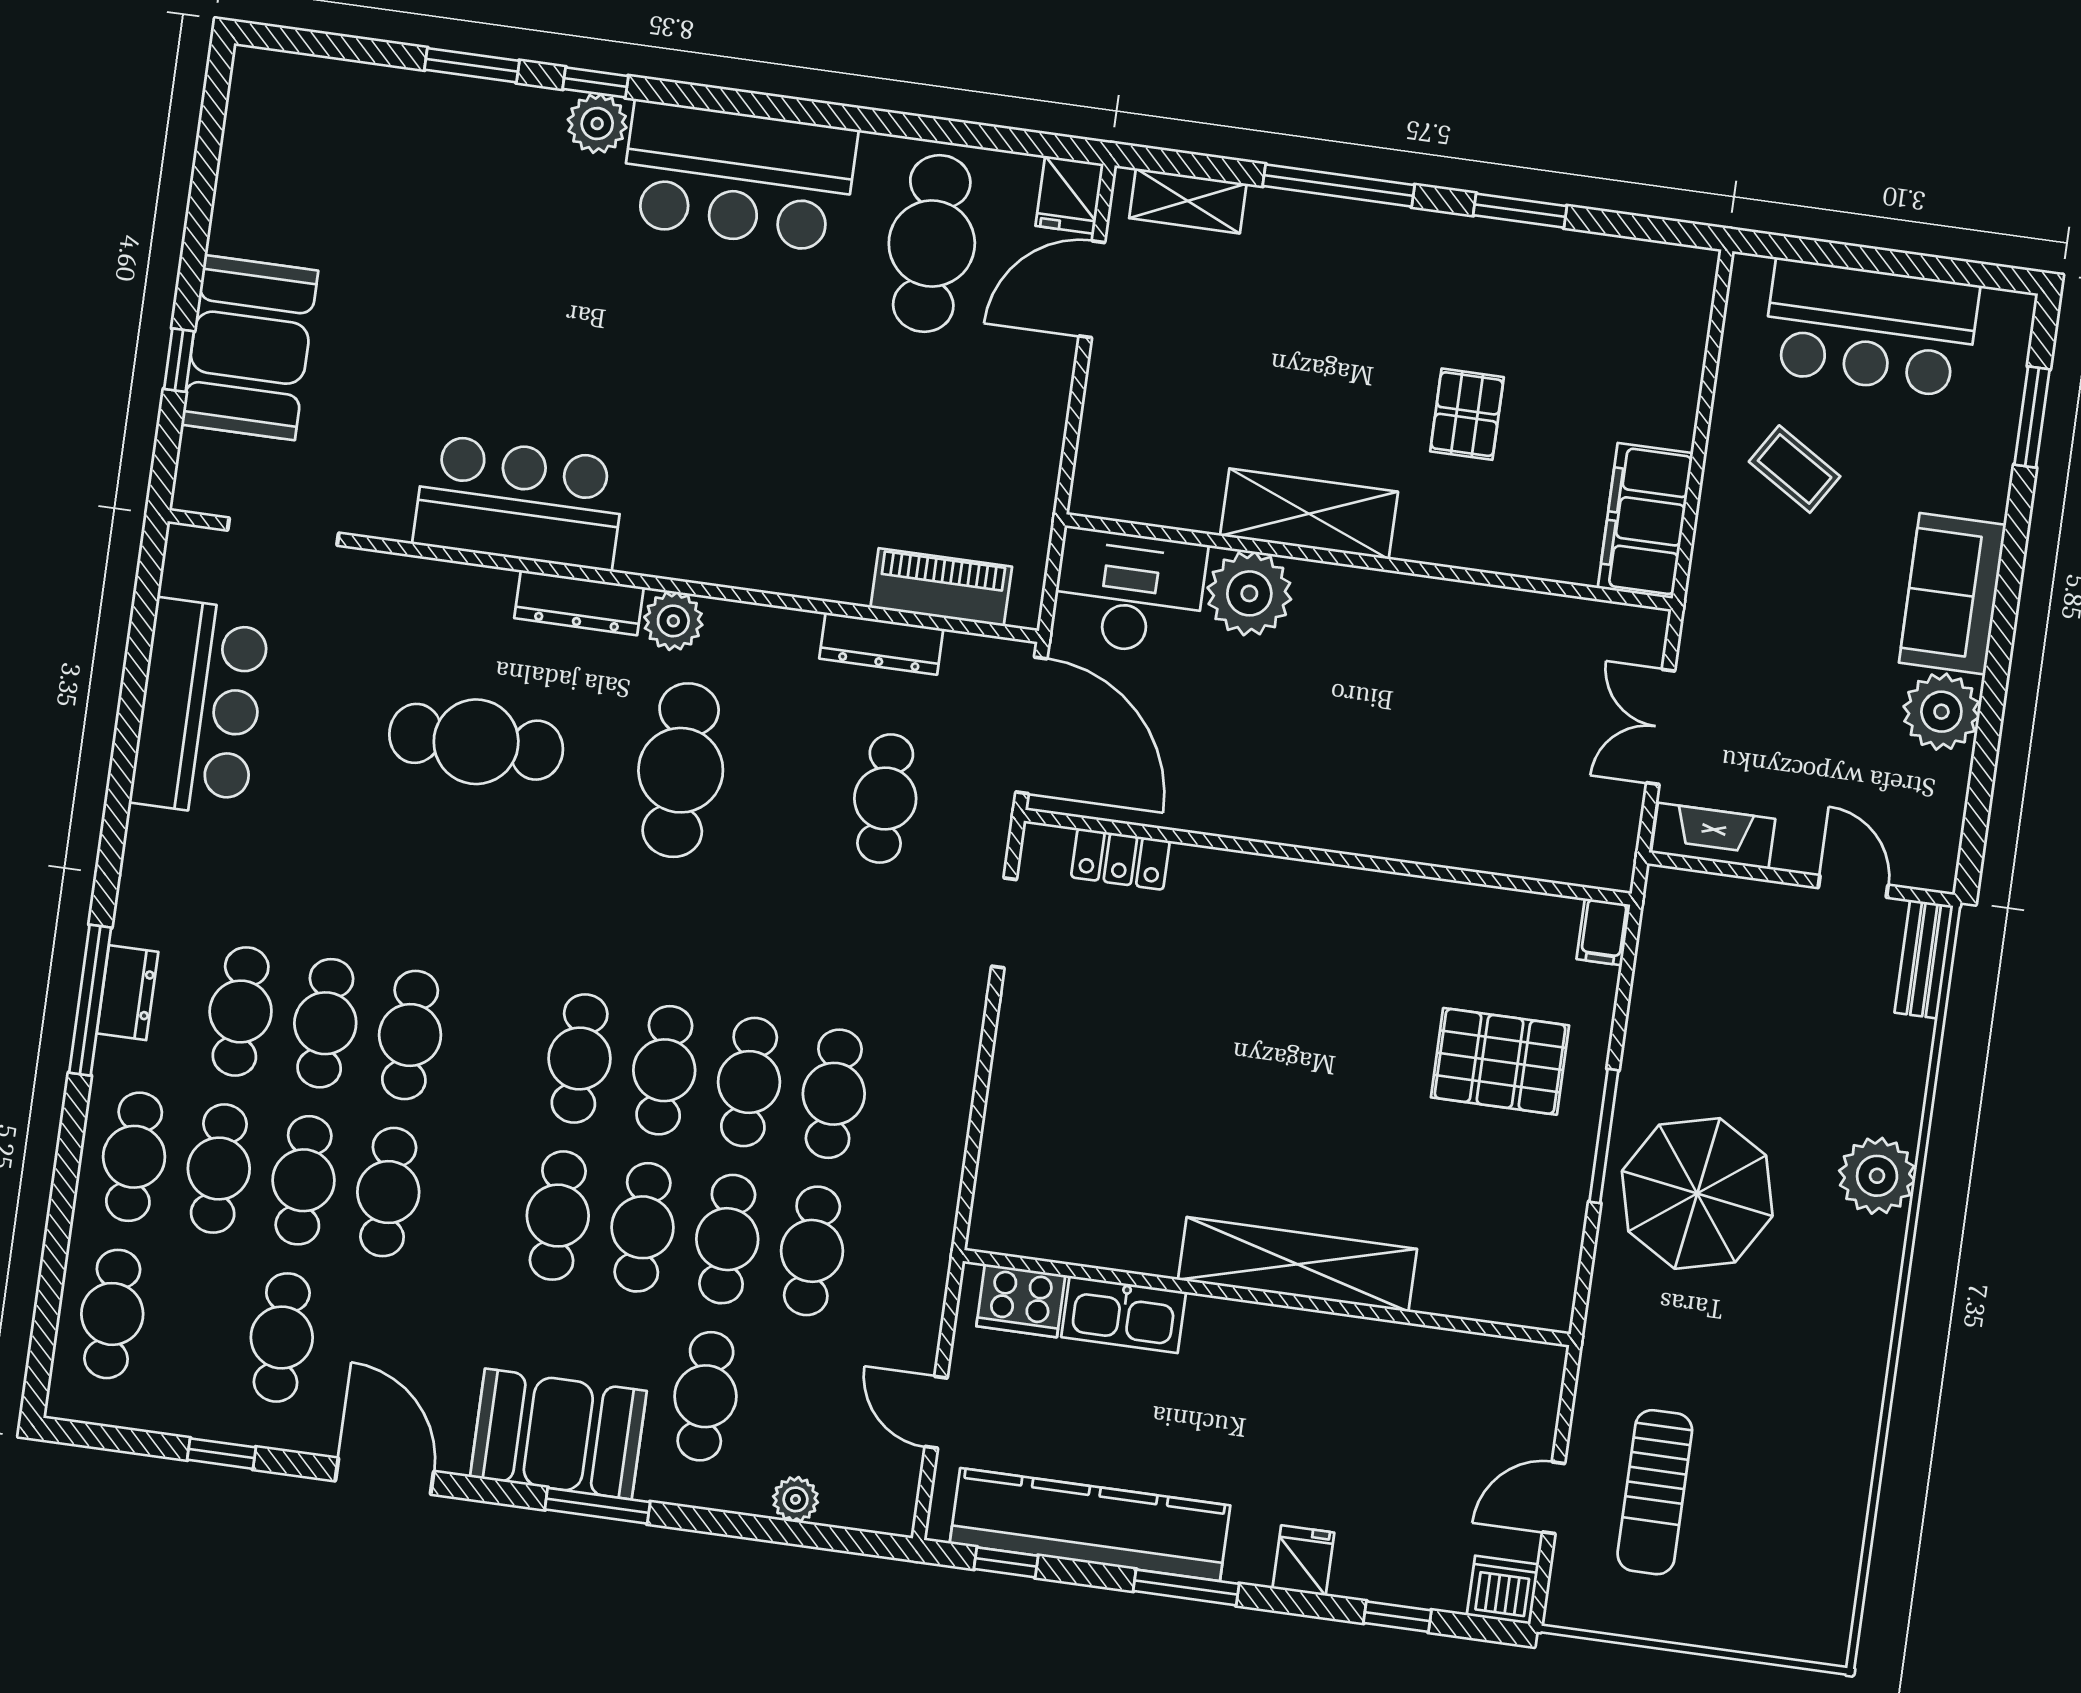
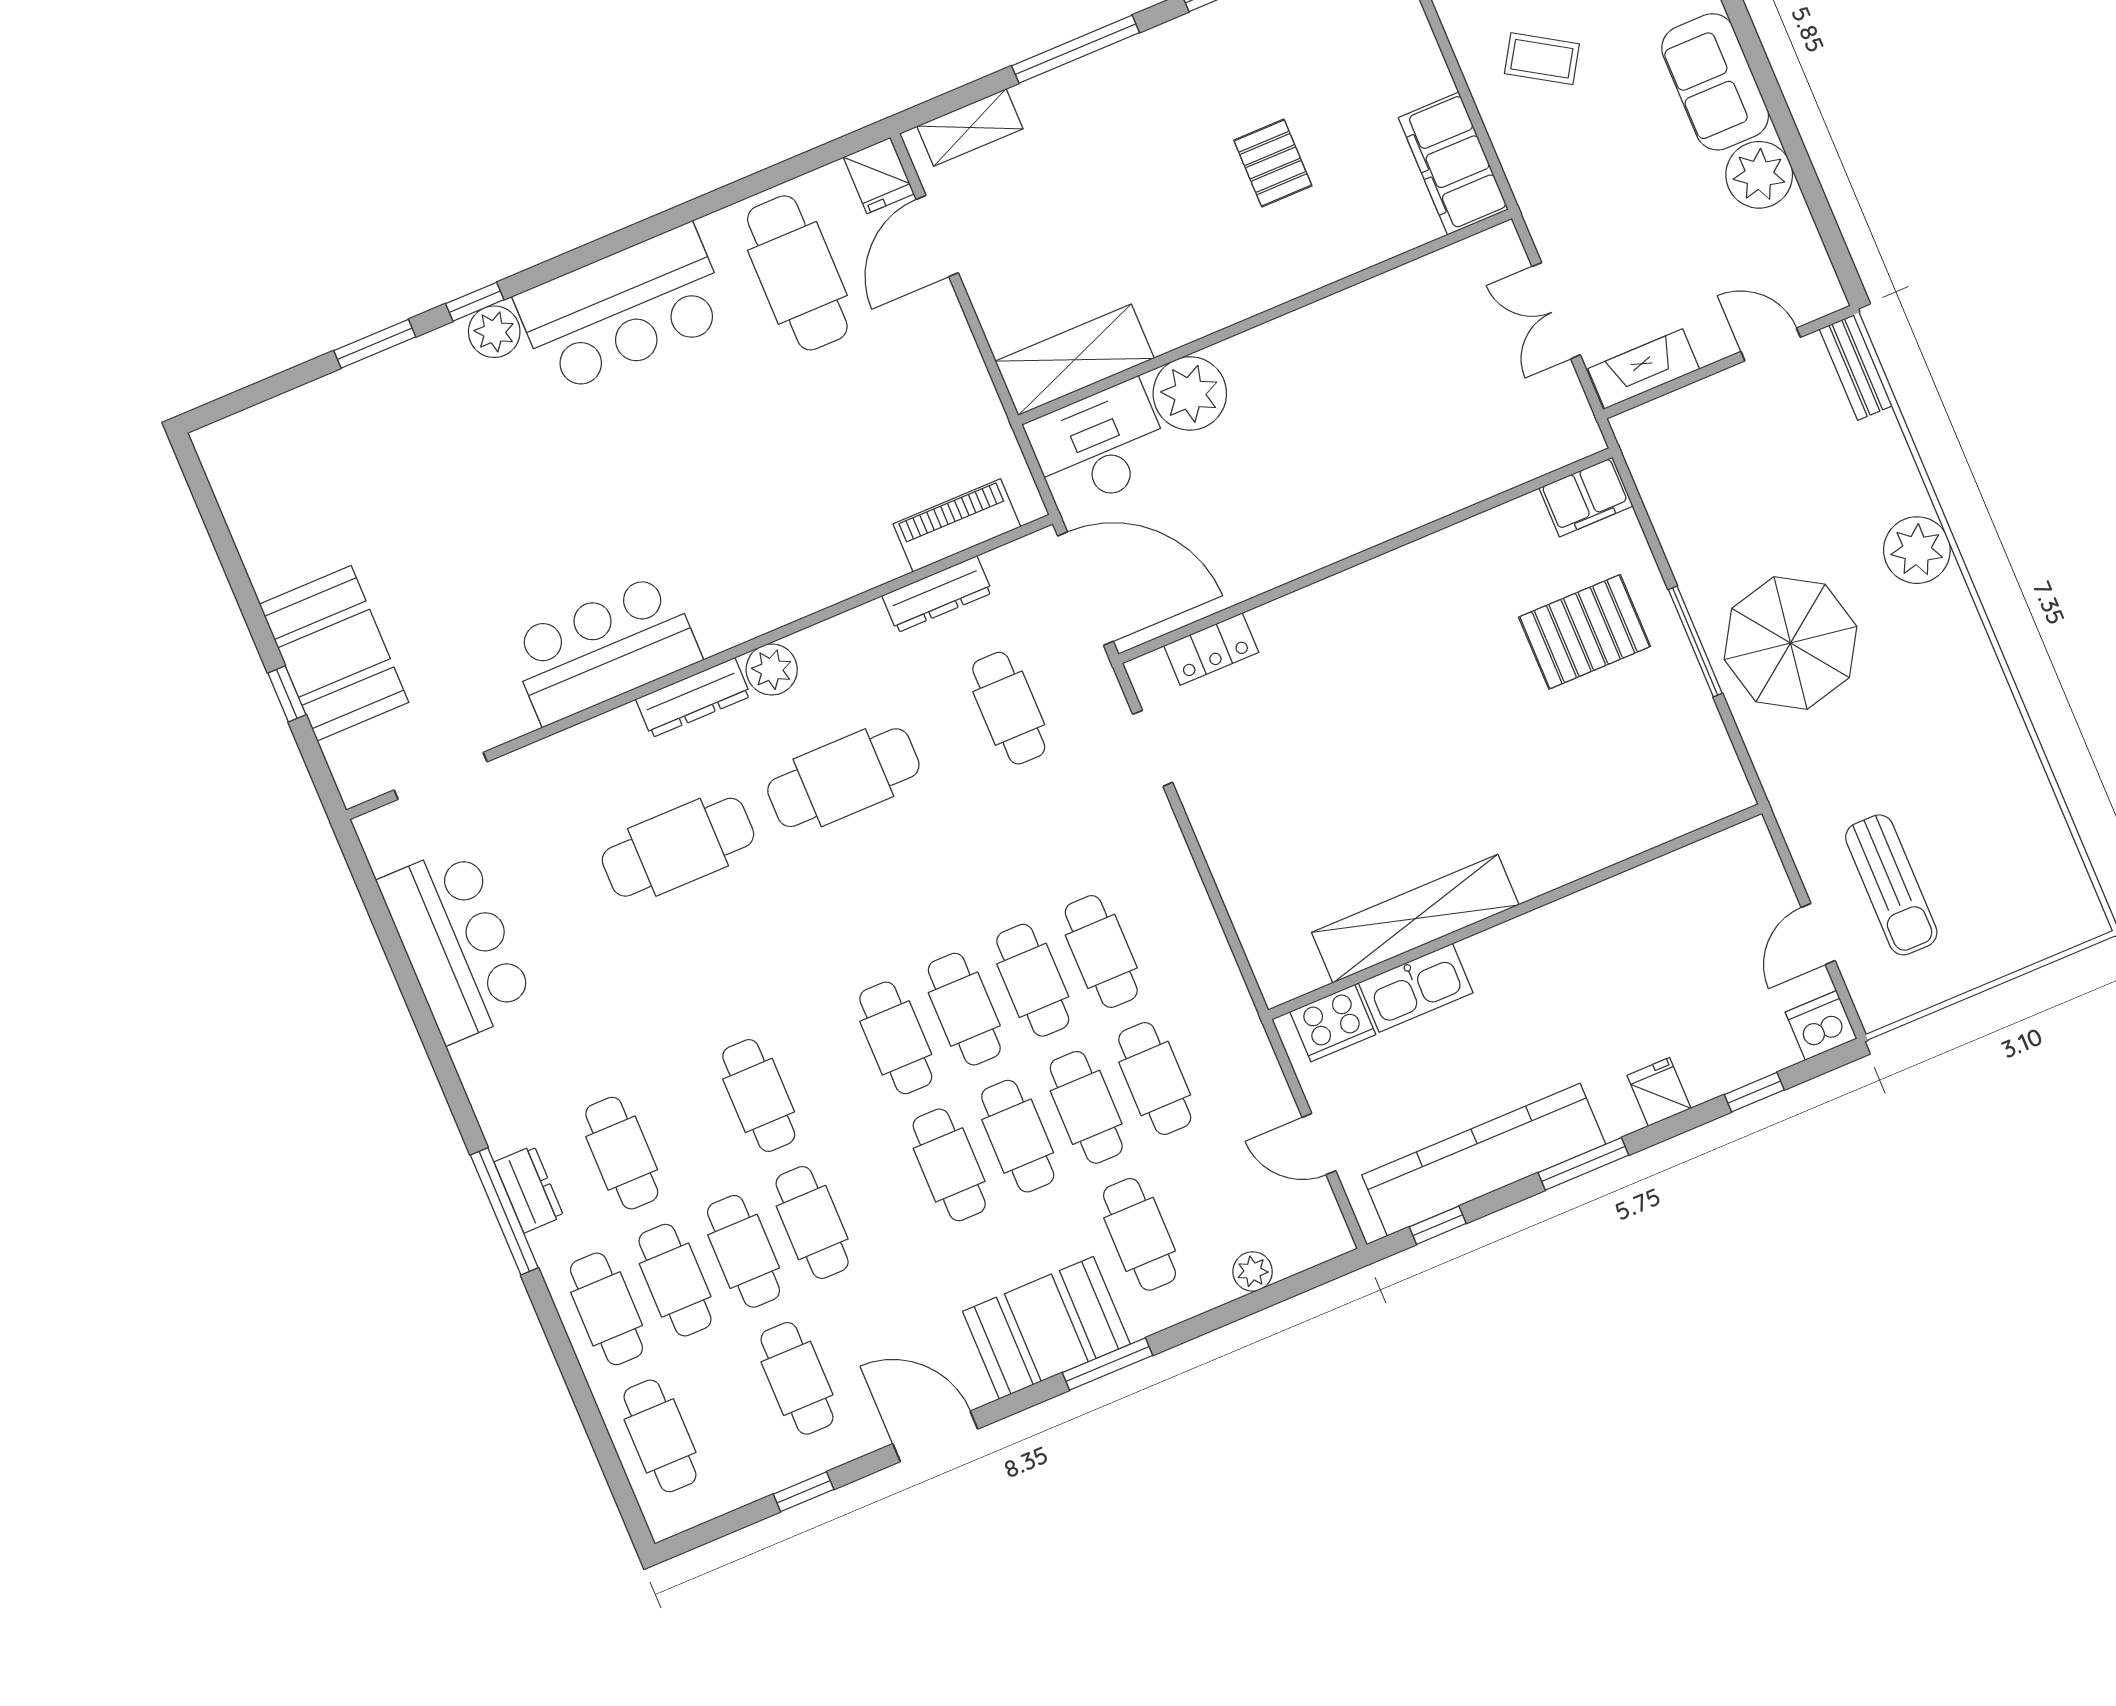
shelving: (1309, 514) -> (1075, 360), moved
cafe table: (681, 770) -> (843, 778), turned 90
filing cabinet: (1603, 932) -> (1586, 497), width x2.00
cafe table: (325, 1023) -> (690, 1124), removed
shelving: (1297, 1264) -> (1415, 919), moved

